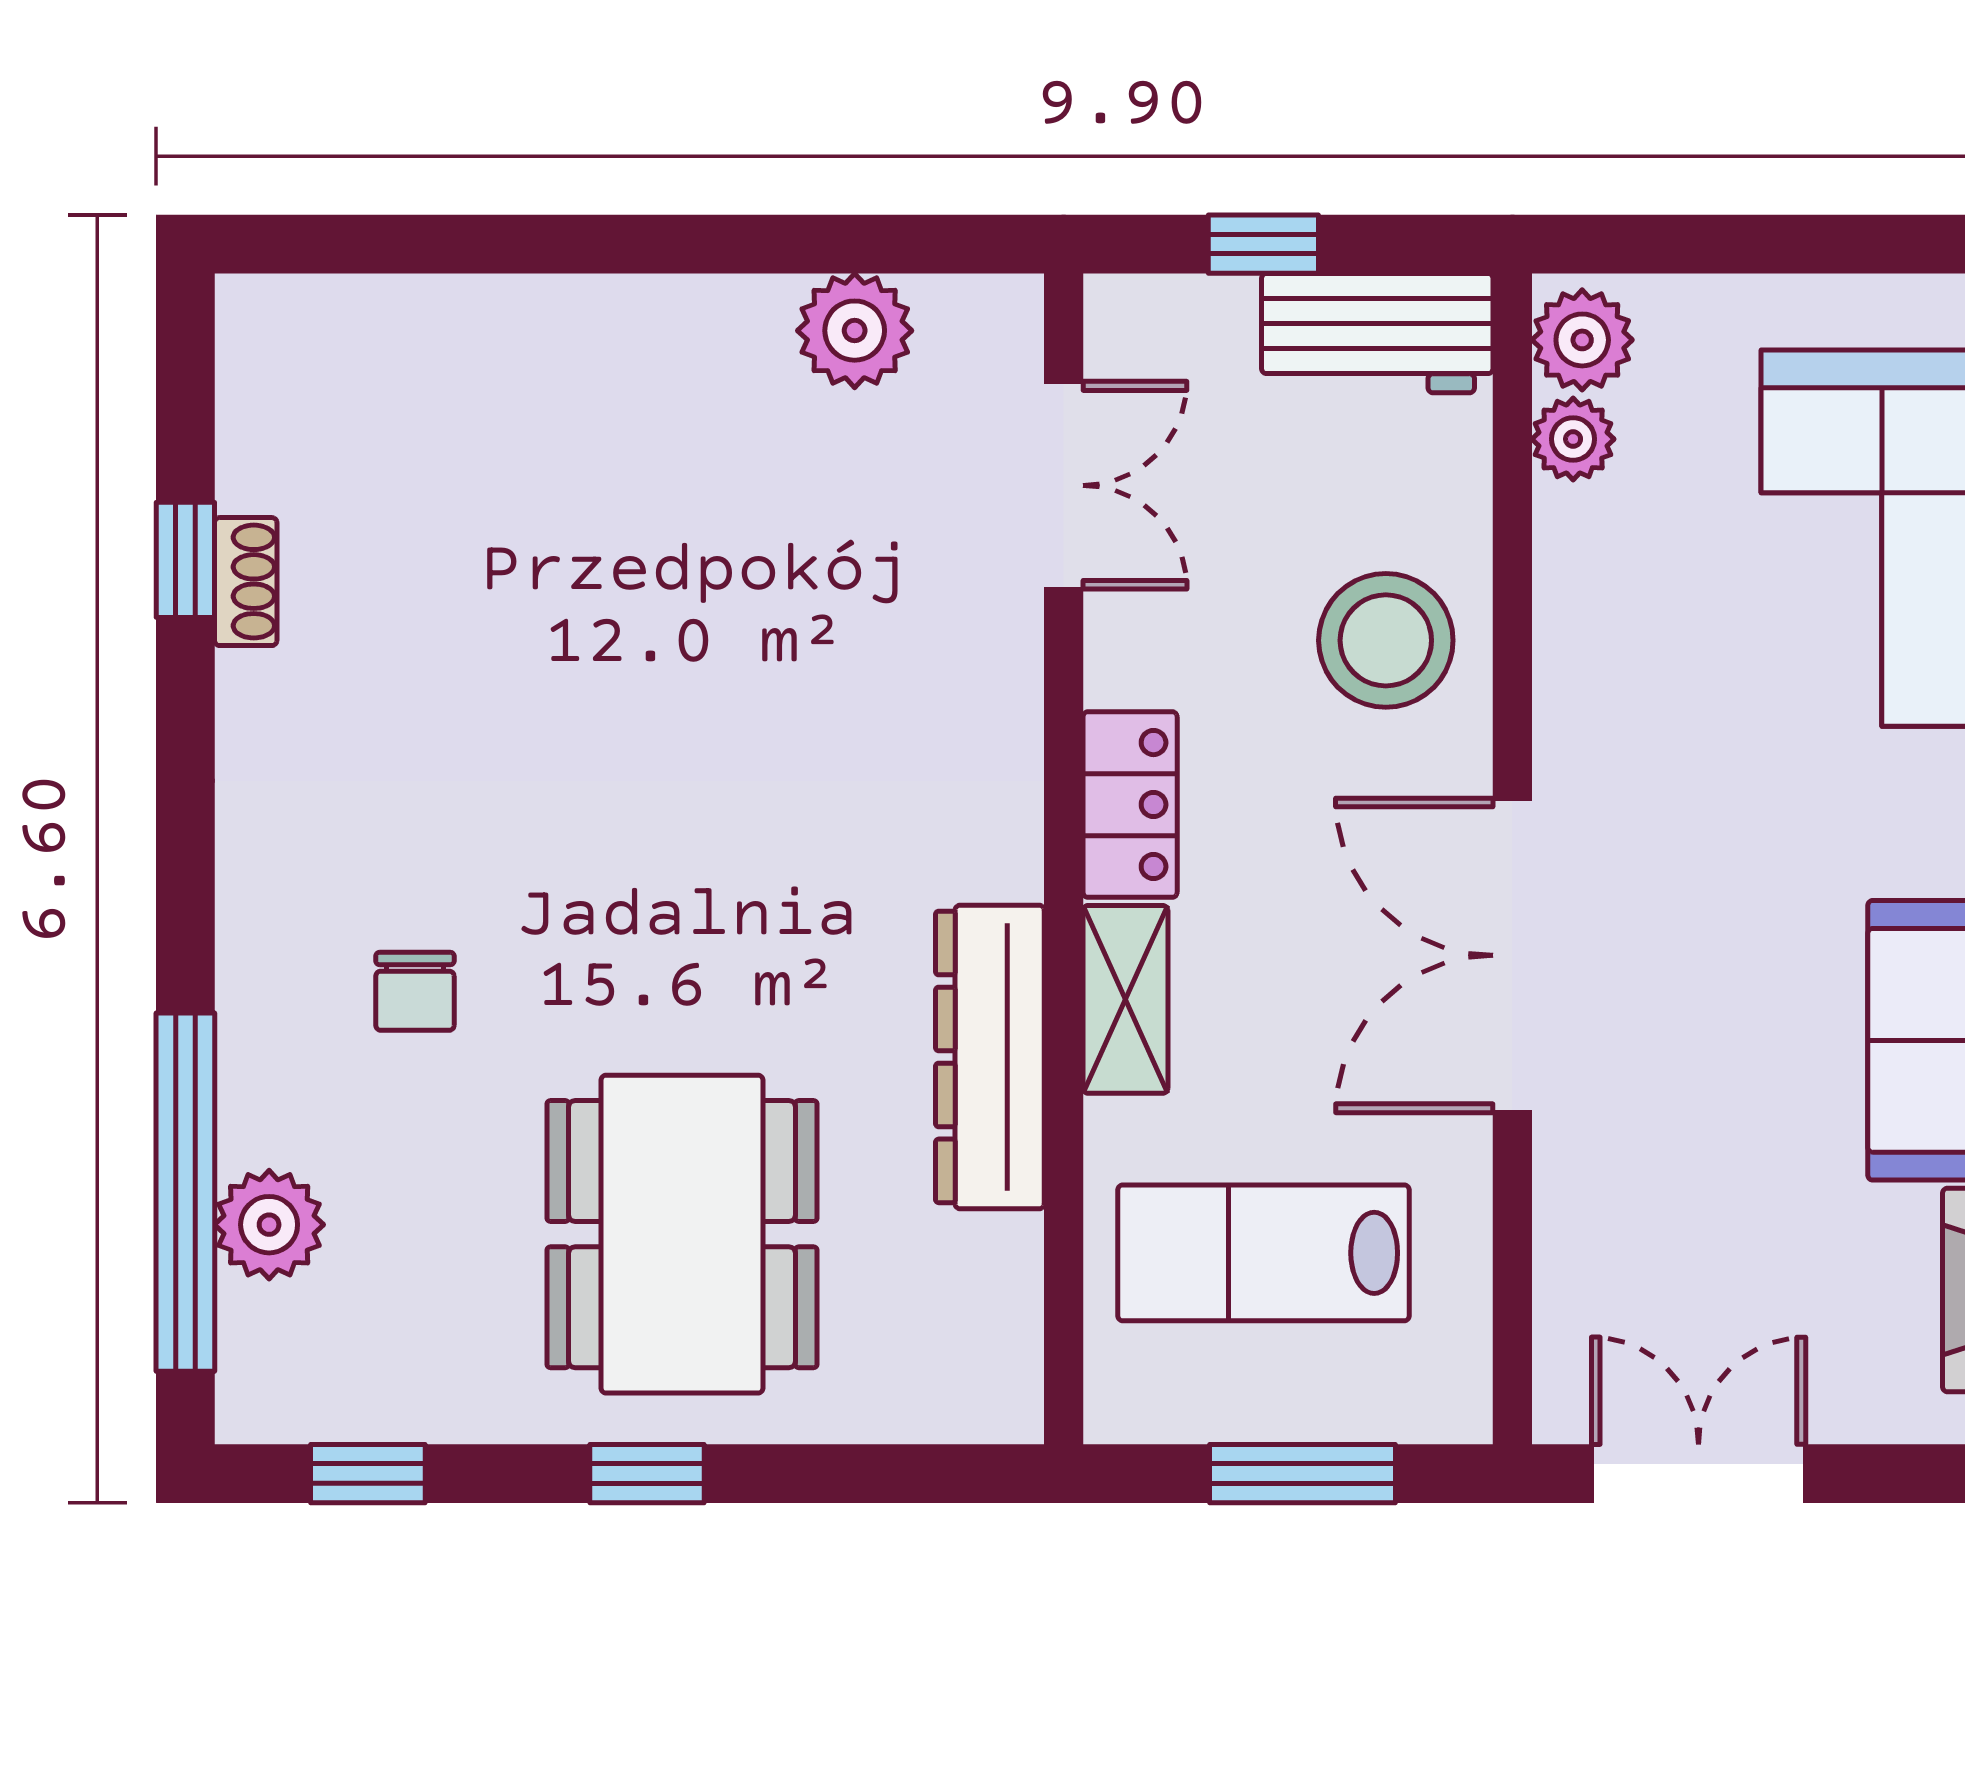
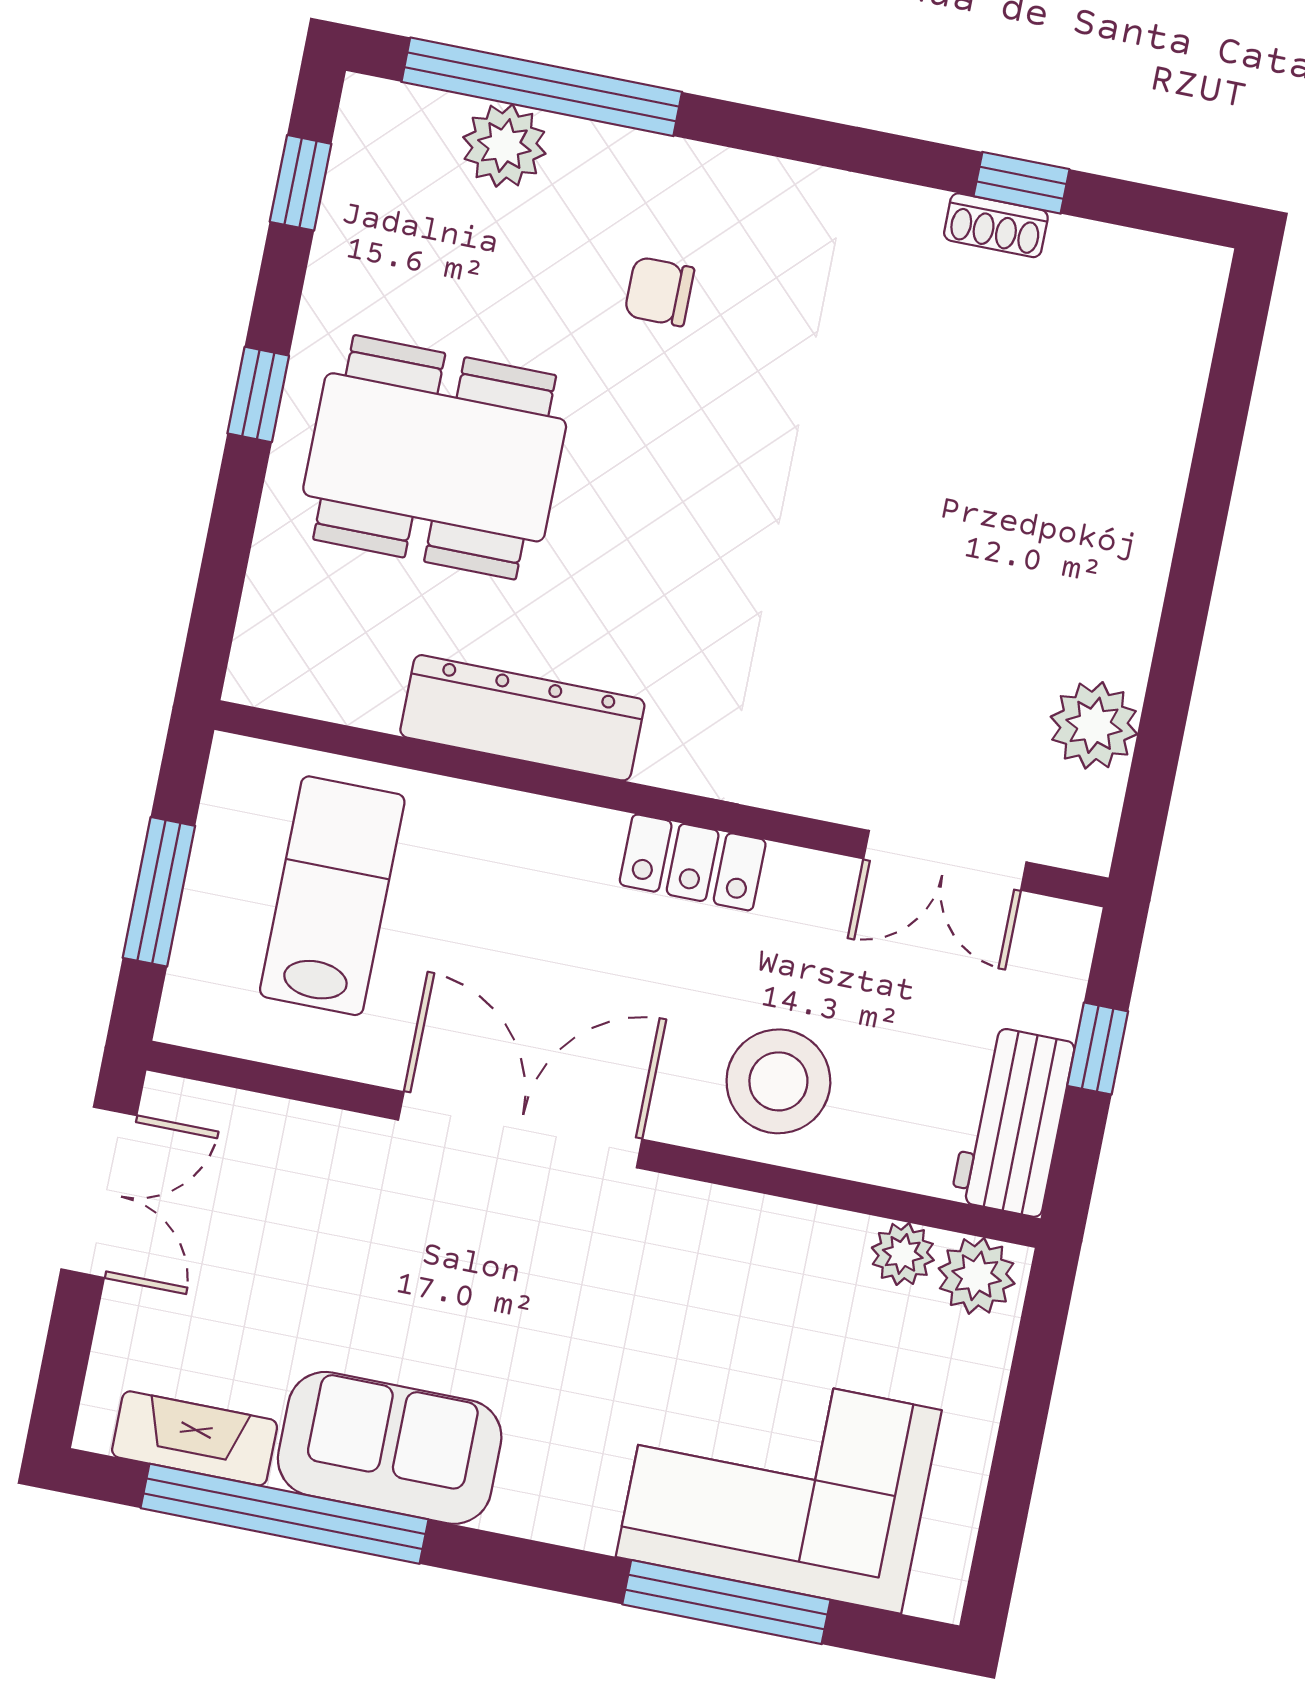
shelving: (1125, 999) -> (546, 829), removed

